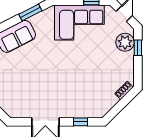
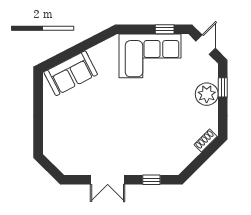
window: (30, 12) -> (89, 43), removed
plant: (125, 42) -> (207, 94), moved

